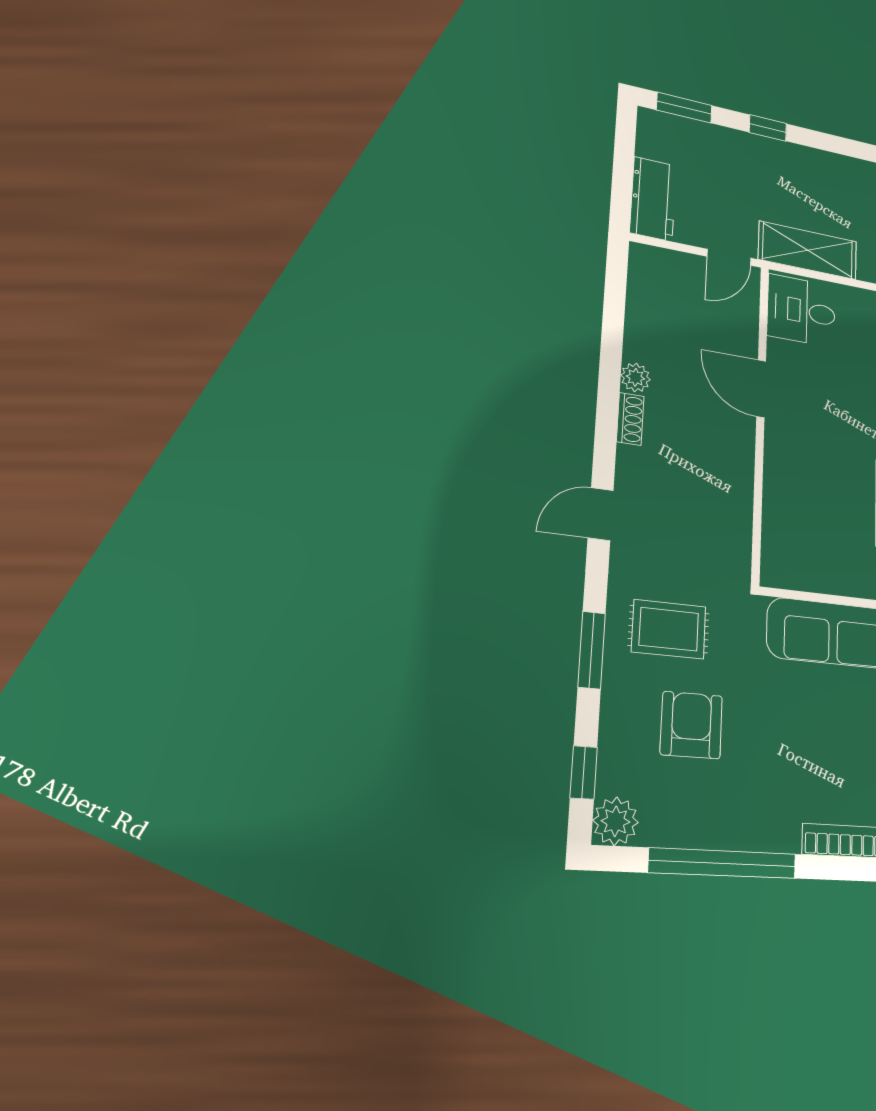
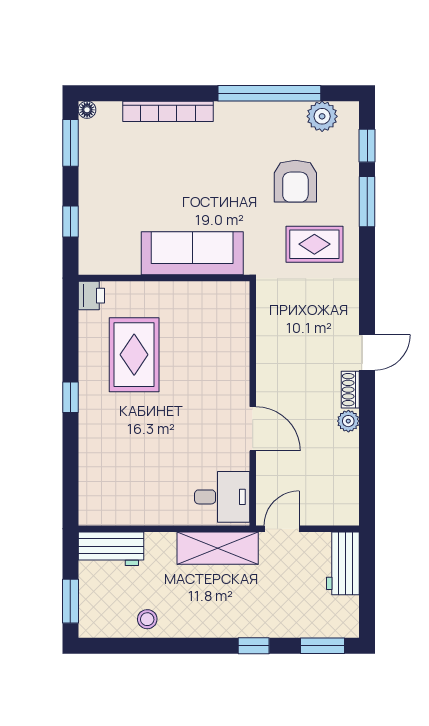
door: (601, 514) -> (367, 352), moved
window: (592, 650) -> (367, 202), moved
plant: (616, 821) -> (322, 116), moved

